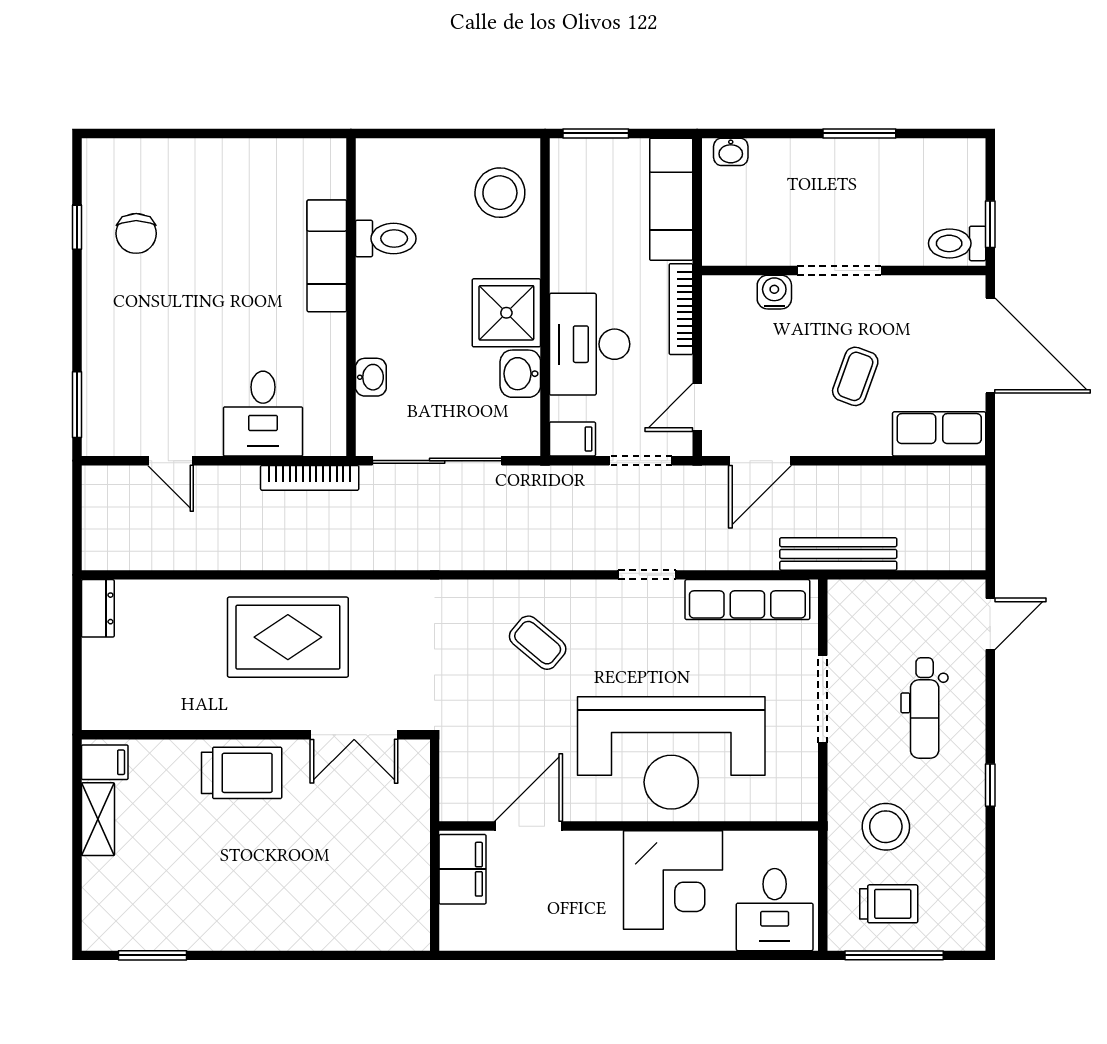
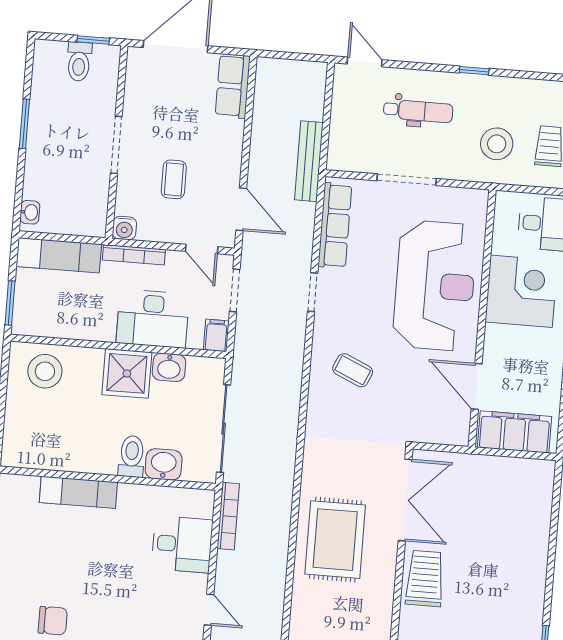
toilet: (386, 239) -> (132, 456), moved
toilet: (957, 243) -> (79, 62), moved
water cooler: (774, 292) -> (124, 228), moved, turned -90
coffee table: (855, 376) -> (174, 179), moved, turned 70
washbasin: (371, 377) -> (164, 464), width x1.38, depth x1.45
door: (171, 461) -> (209, 610), hinge flipped
coffee table: (538, 643) -> (353, 370), turned 74
double door: (354, 735) -> (405, 500), width x1.37
filing cabinet: (463, 869) -> (515, 432), width x1.50, depth x1.17

